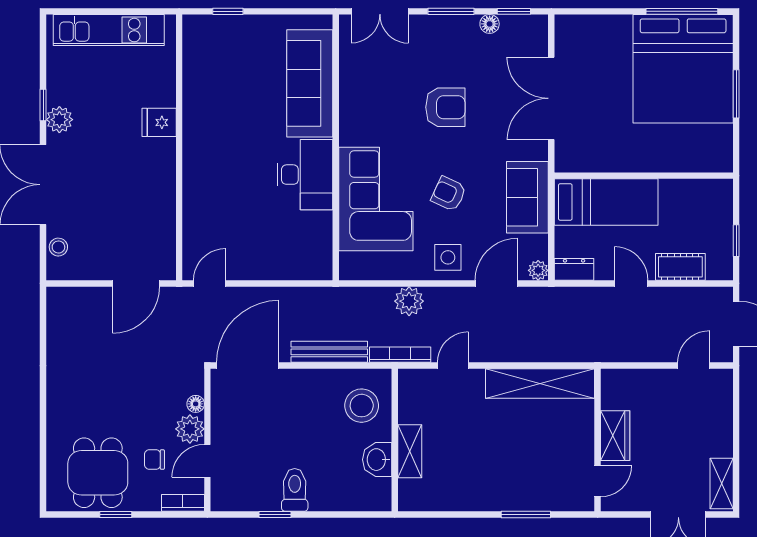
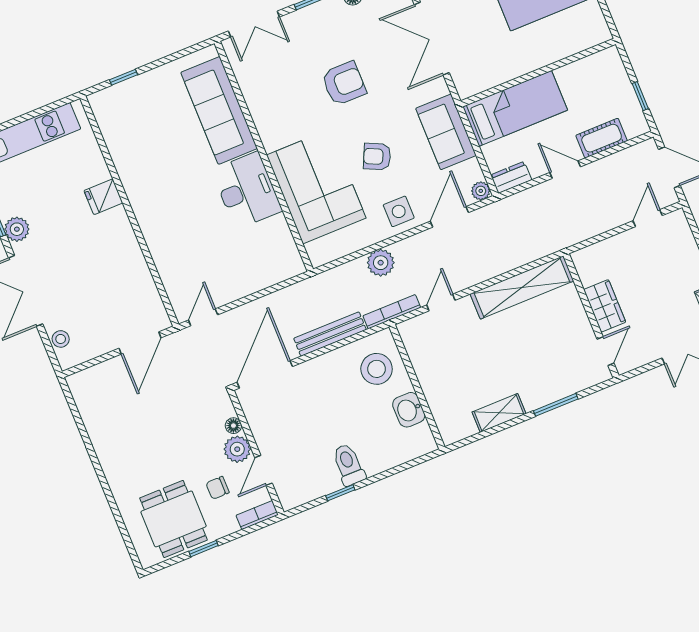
shelving: (410, 451) -> (499, 413), moved, turned 90

